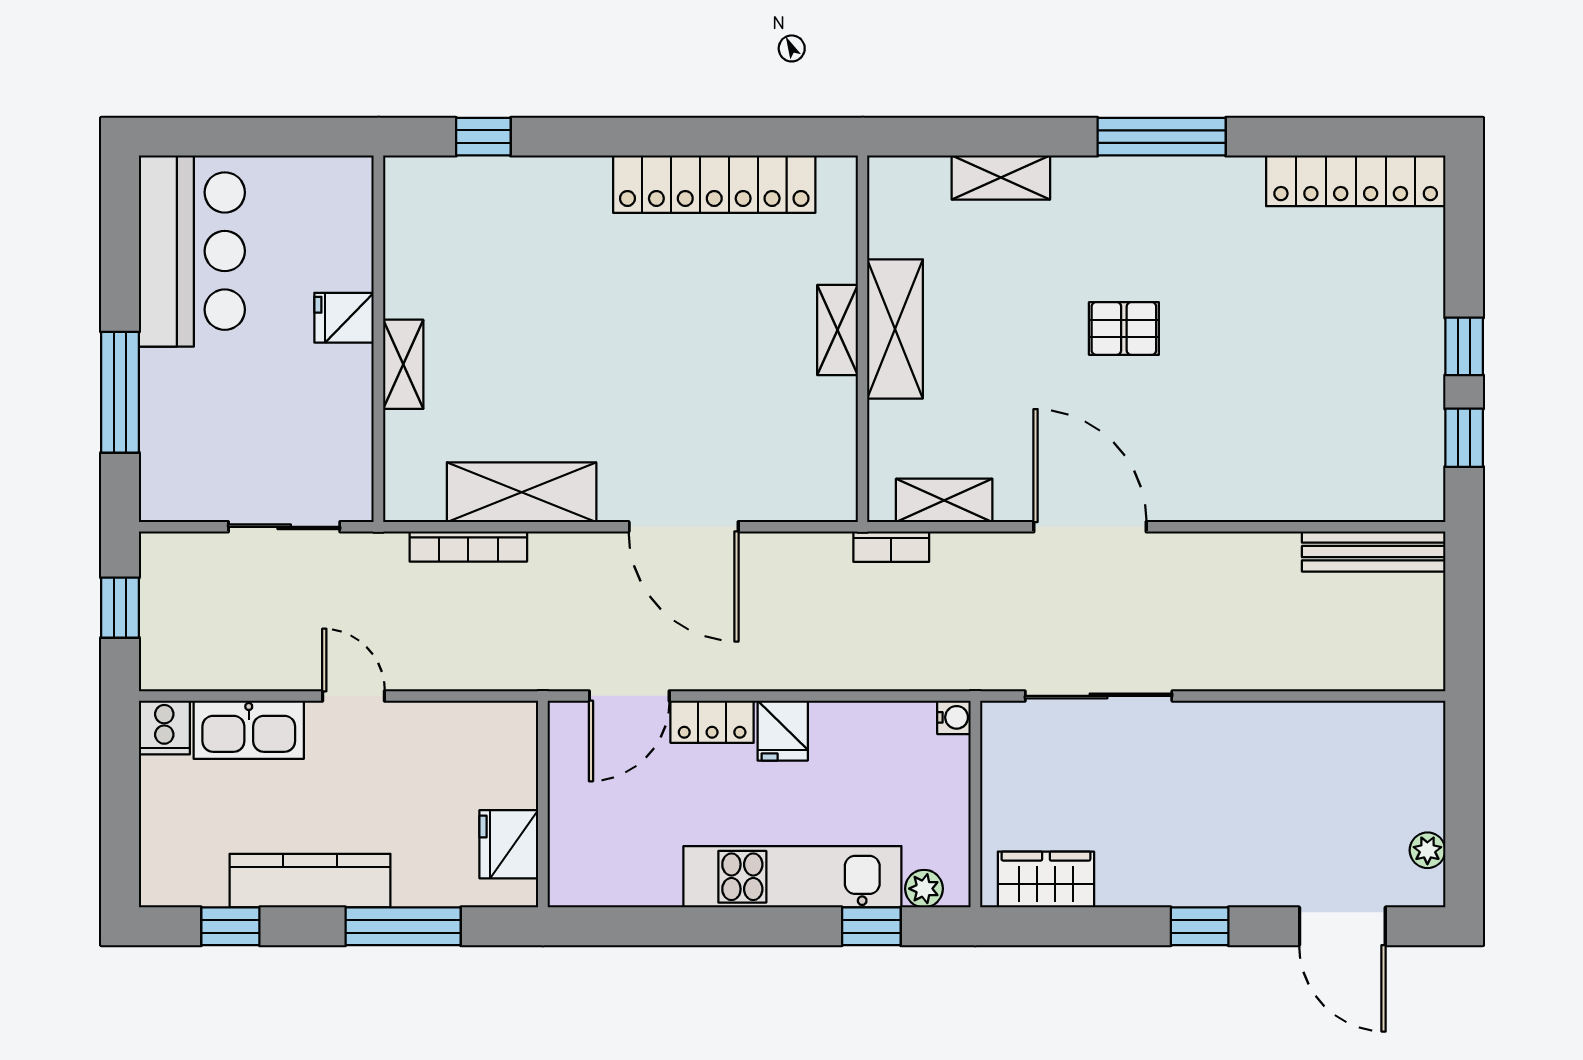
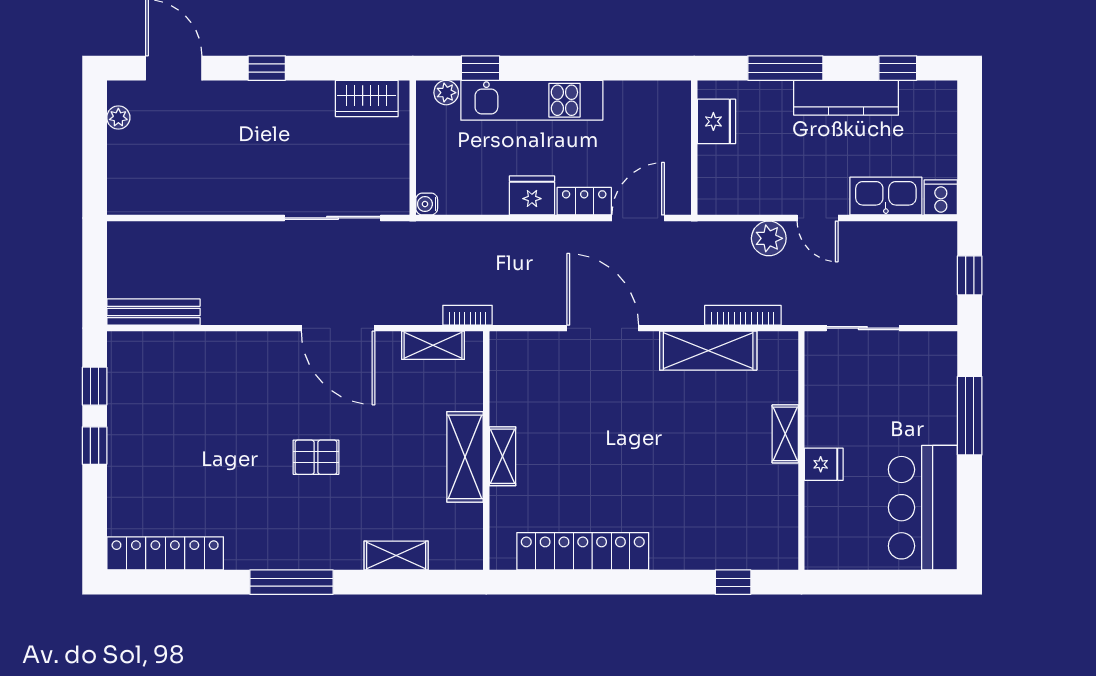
plant: (429, 665) -> (769, 238), added
fridge: (783, 731) -> (532, 195), width x1.38

